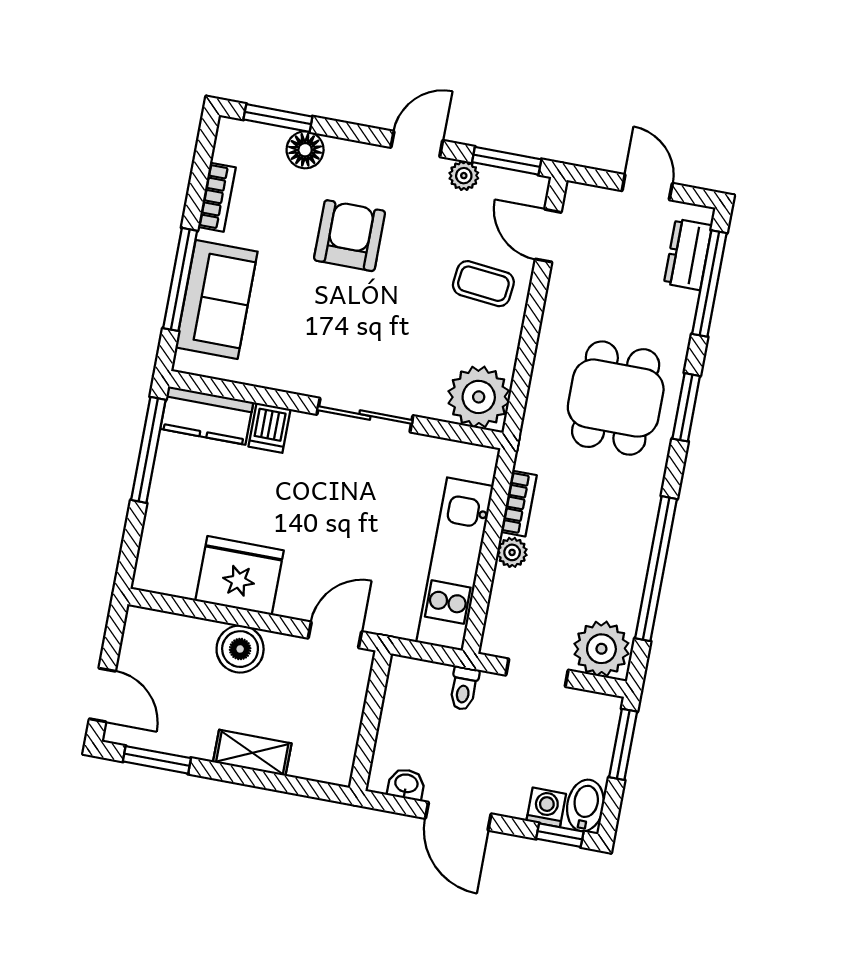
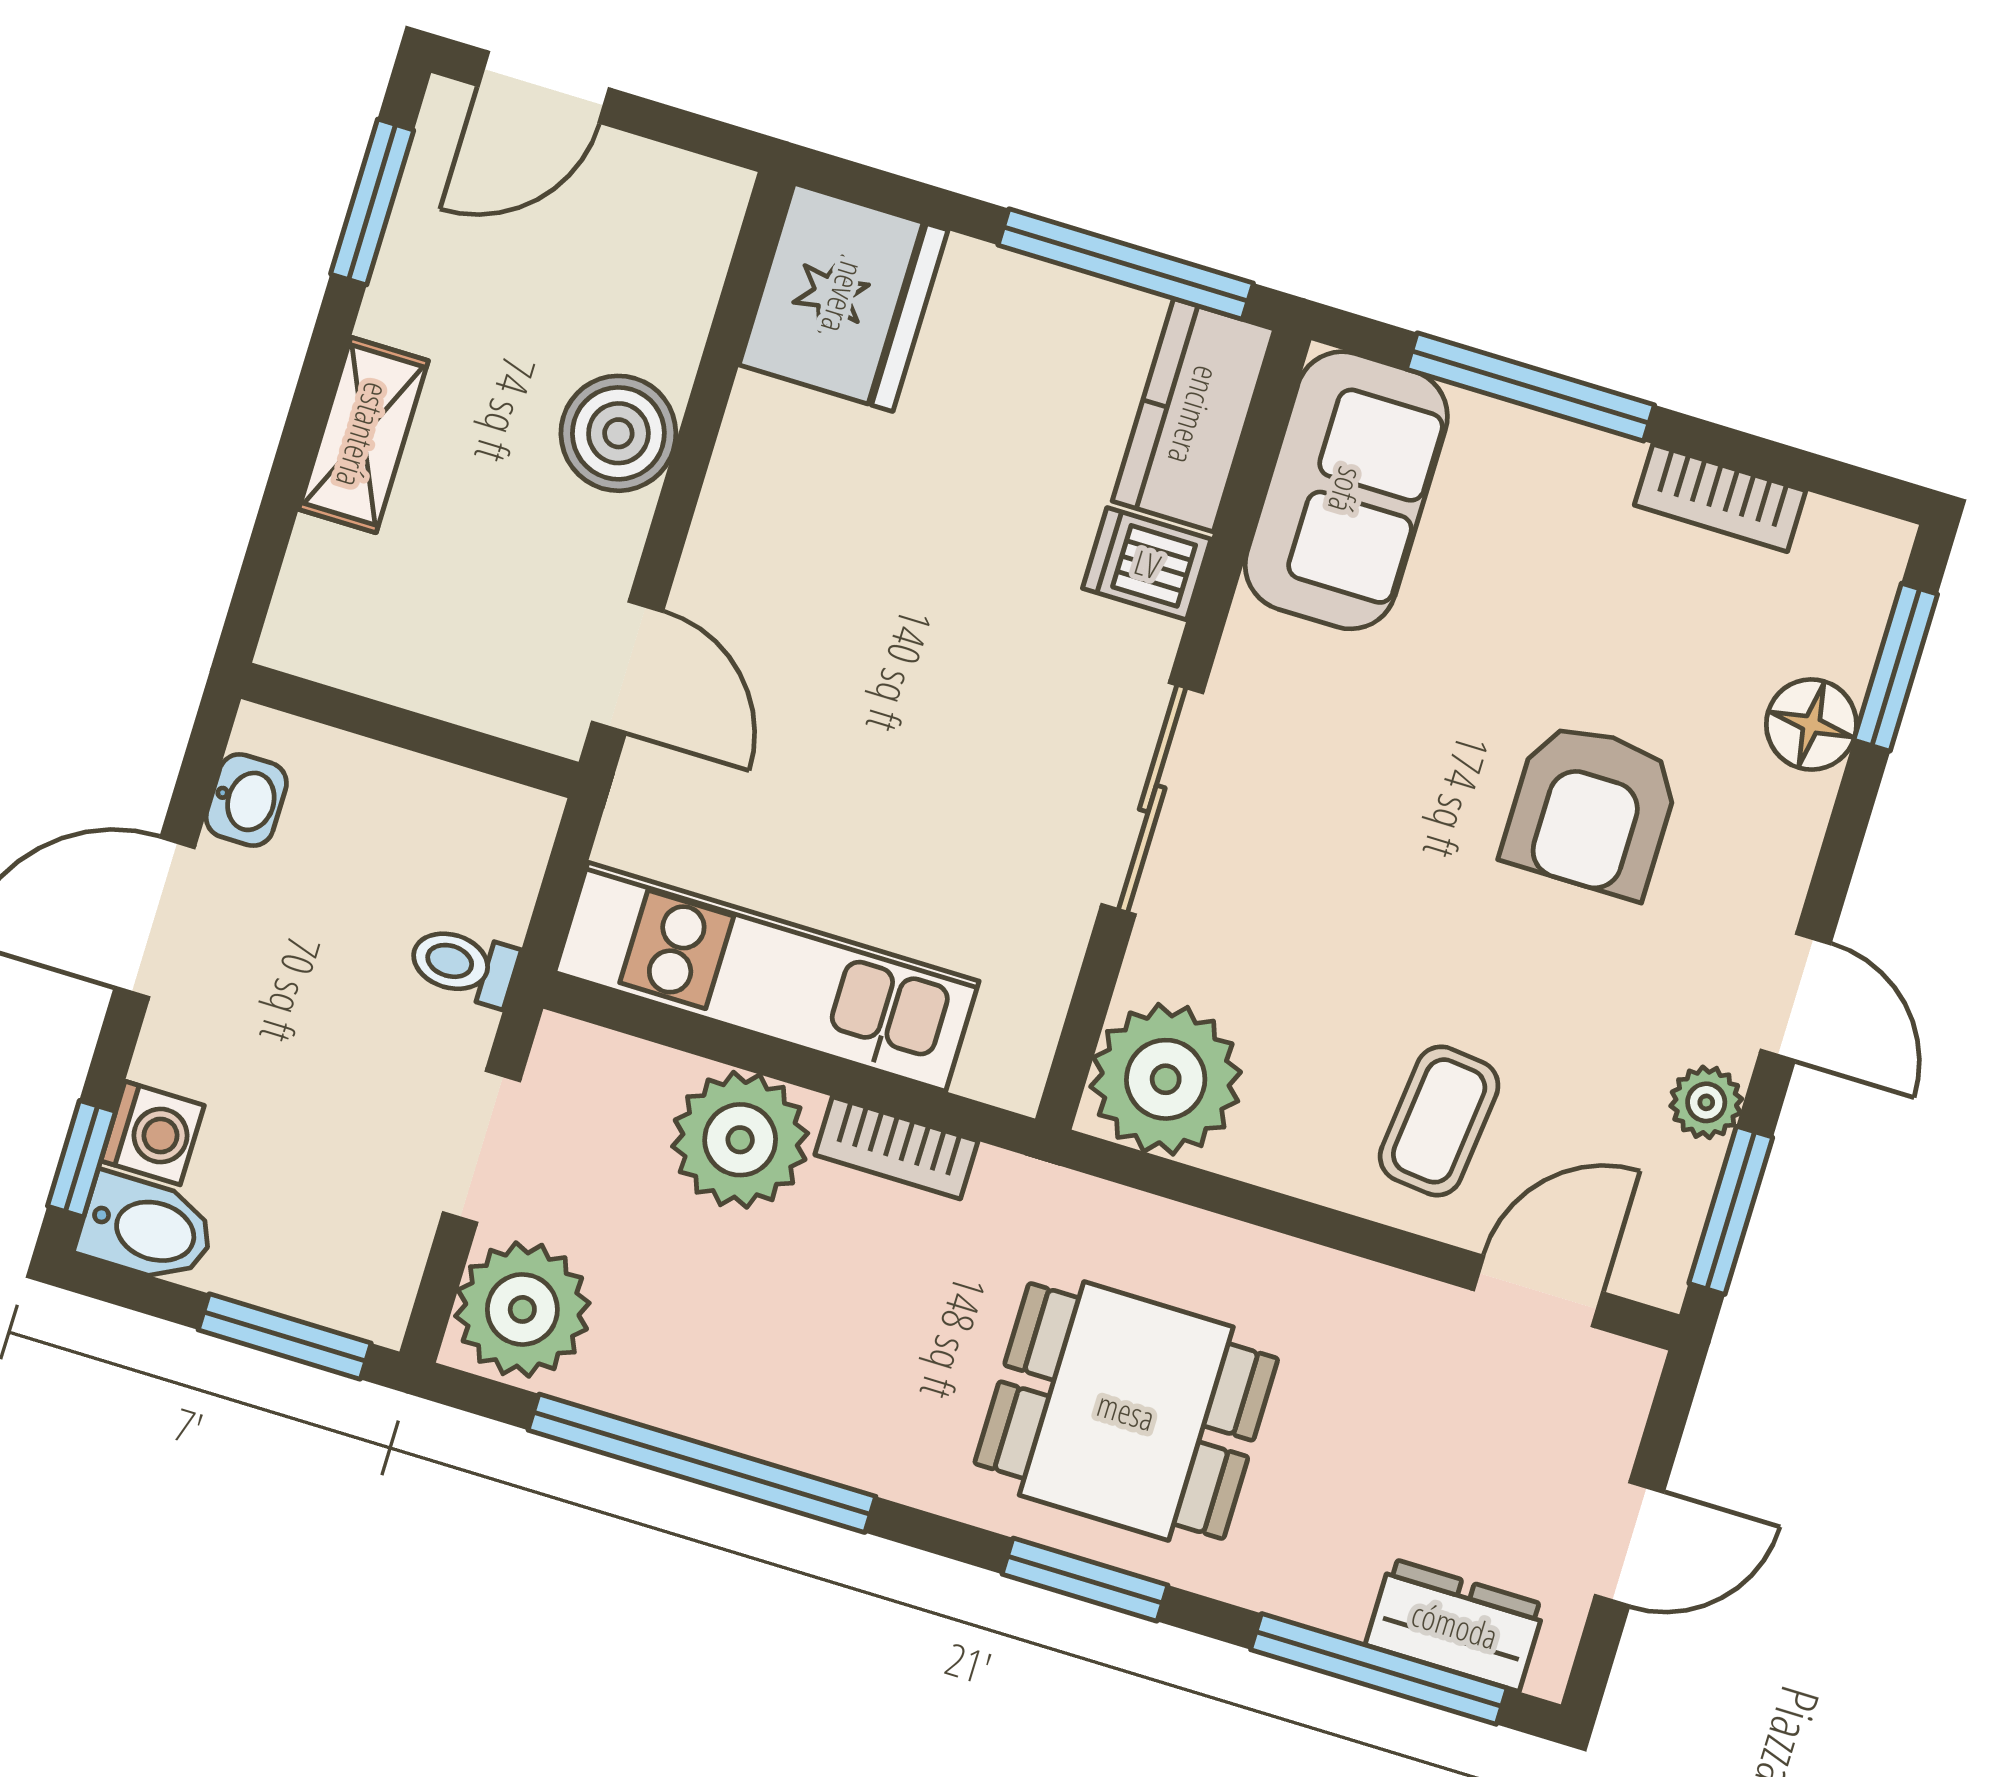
armchair: (350, 236) -> (1591, 809), turned 90
sofa: (217, 299) -> (1346, 490), moved, turned -90
plant: (512, 552) -> (740, 1140), width x1.87, depth x1.87
fridge: (239, 576) -> (843, 297), moved

